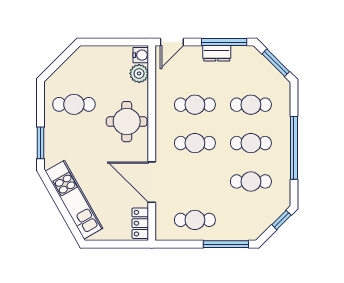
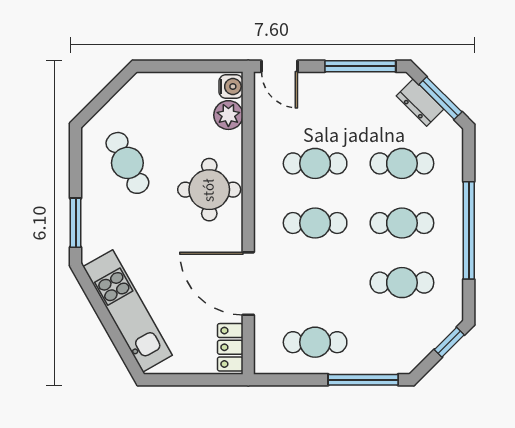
door: (172, 42) -> (279, 66), hinge flipped
dresser: (217, 53) -> (420, 102), moved, turned 45
cafe table: (74, 104) -> (127, 163), turned 63

